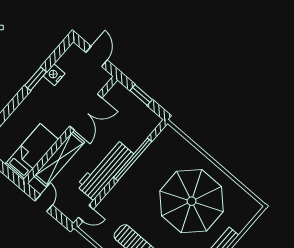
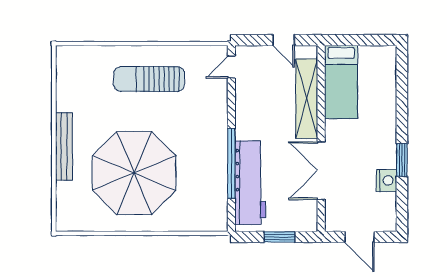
workbench: (105, 170) -> (250, 183), moved

